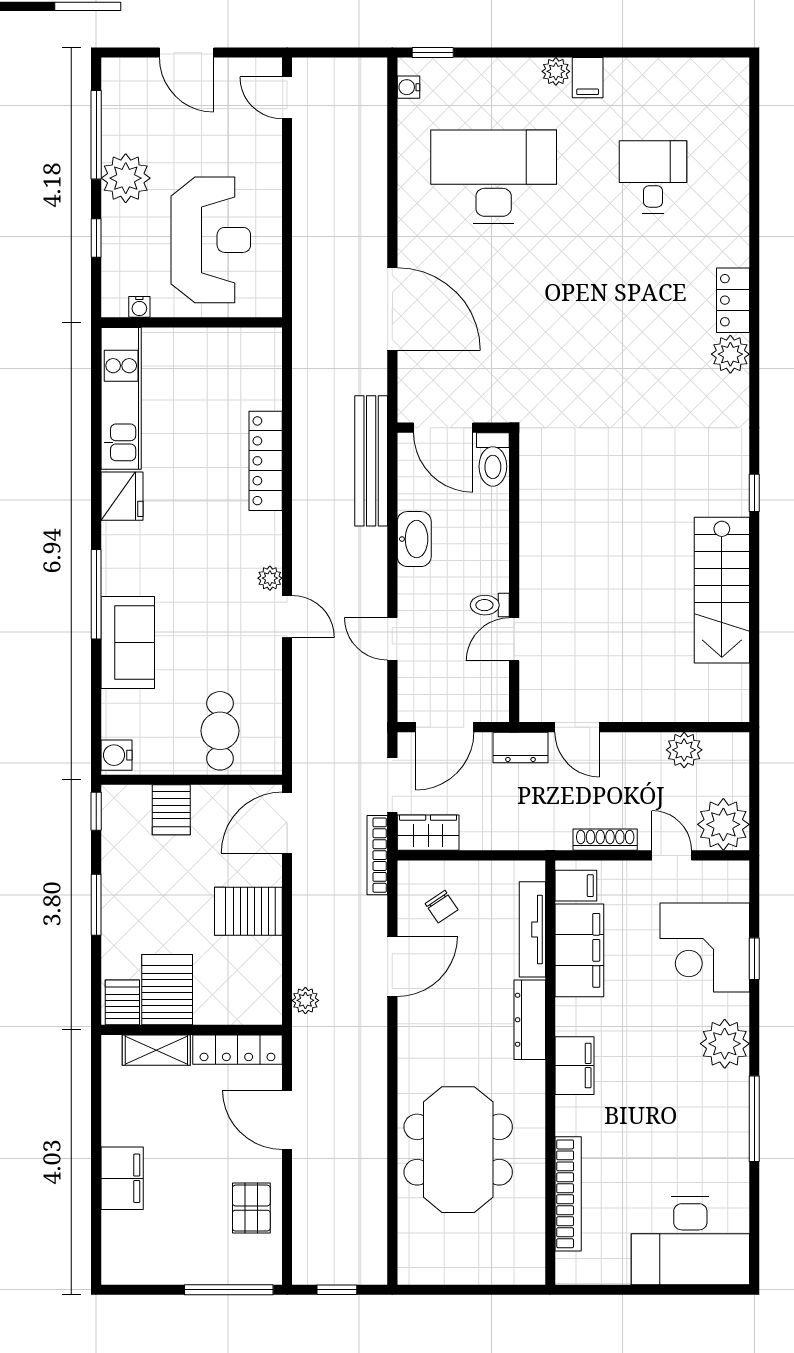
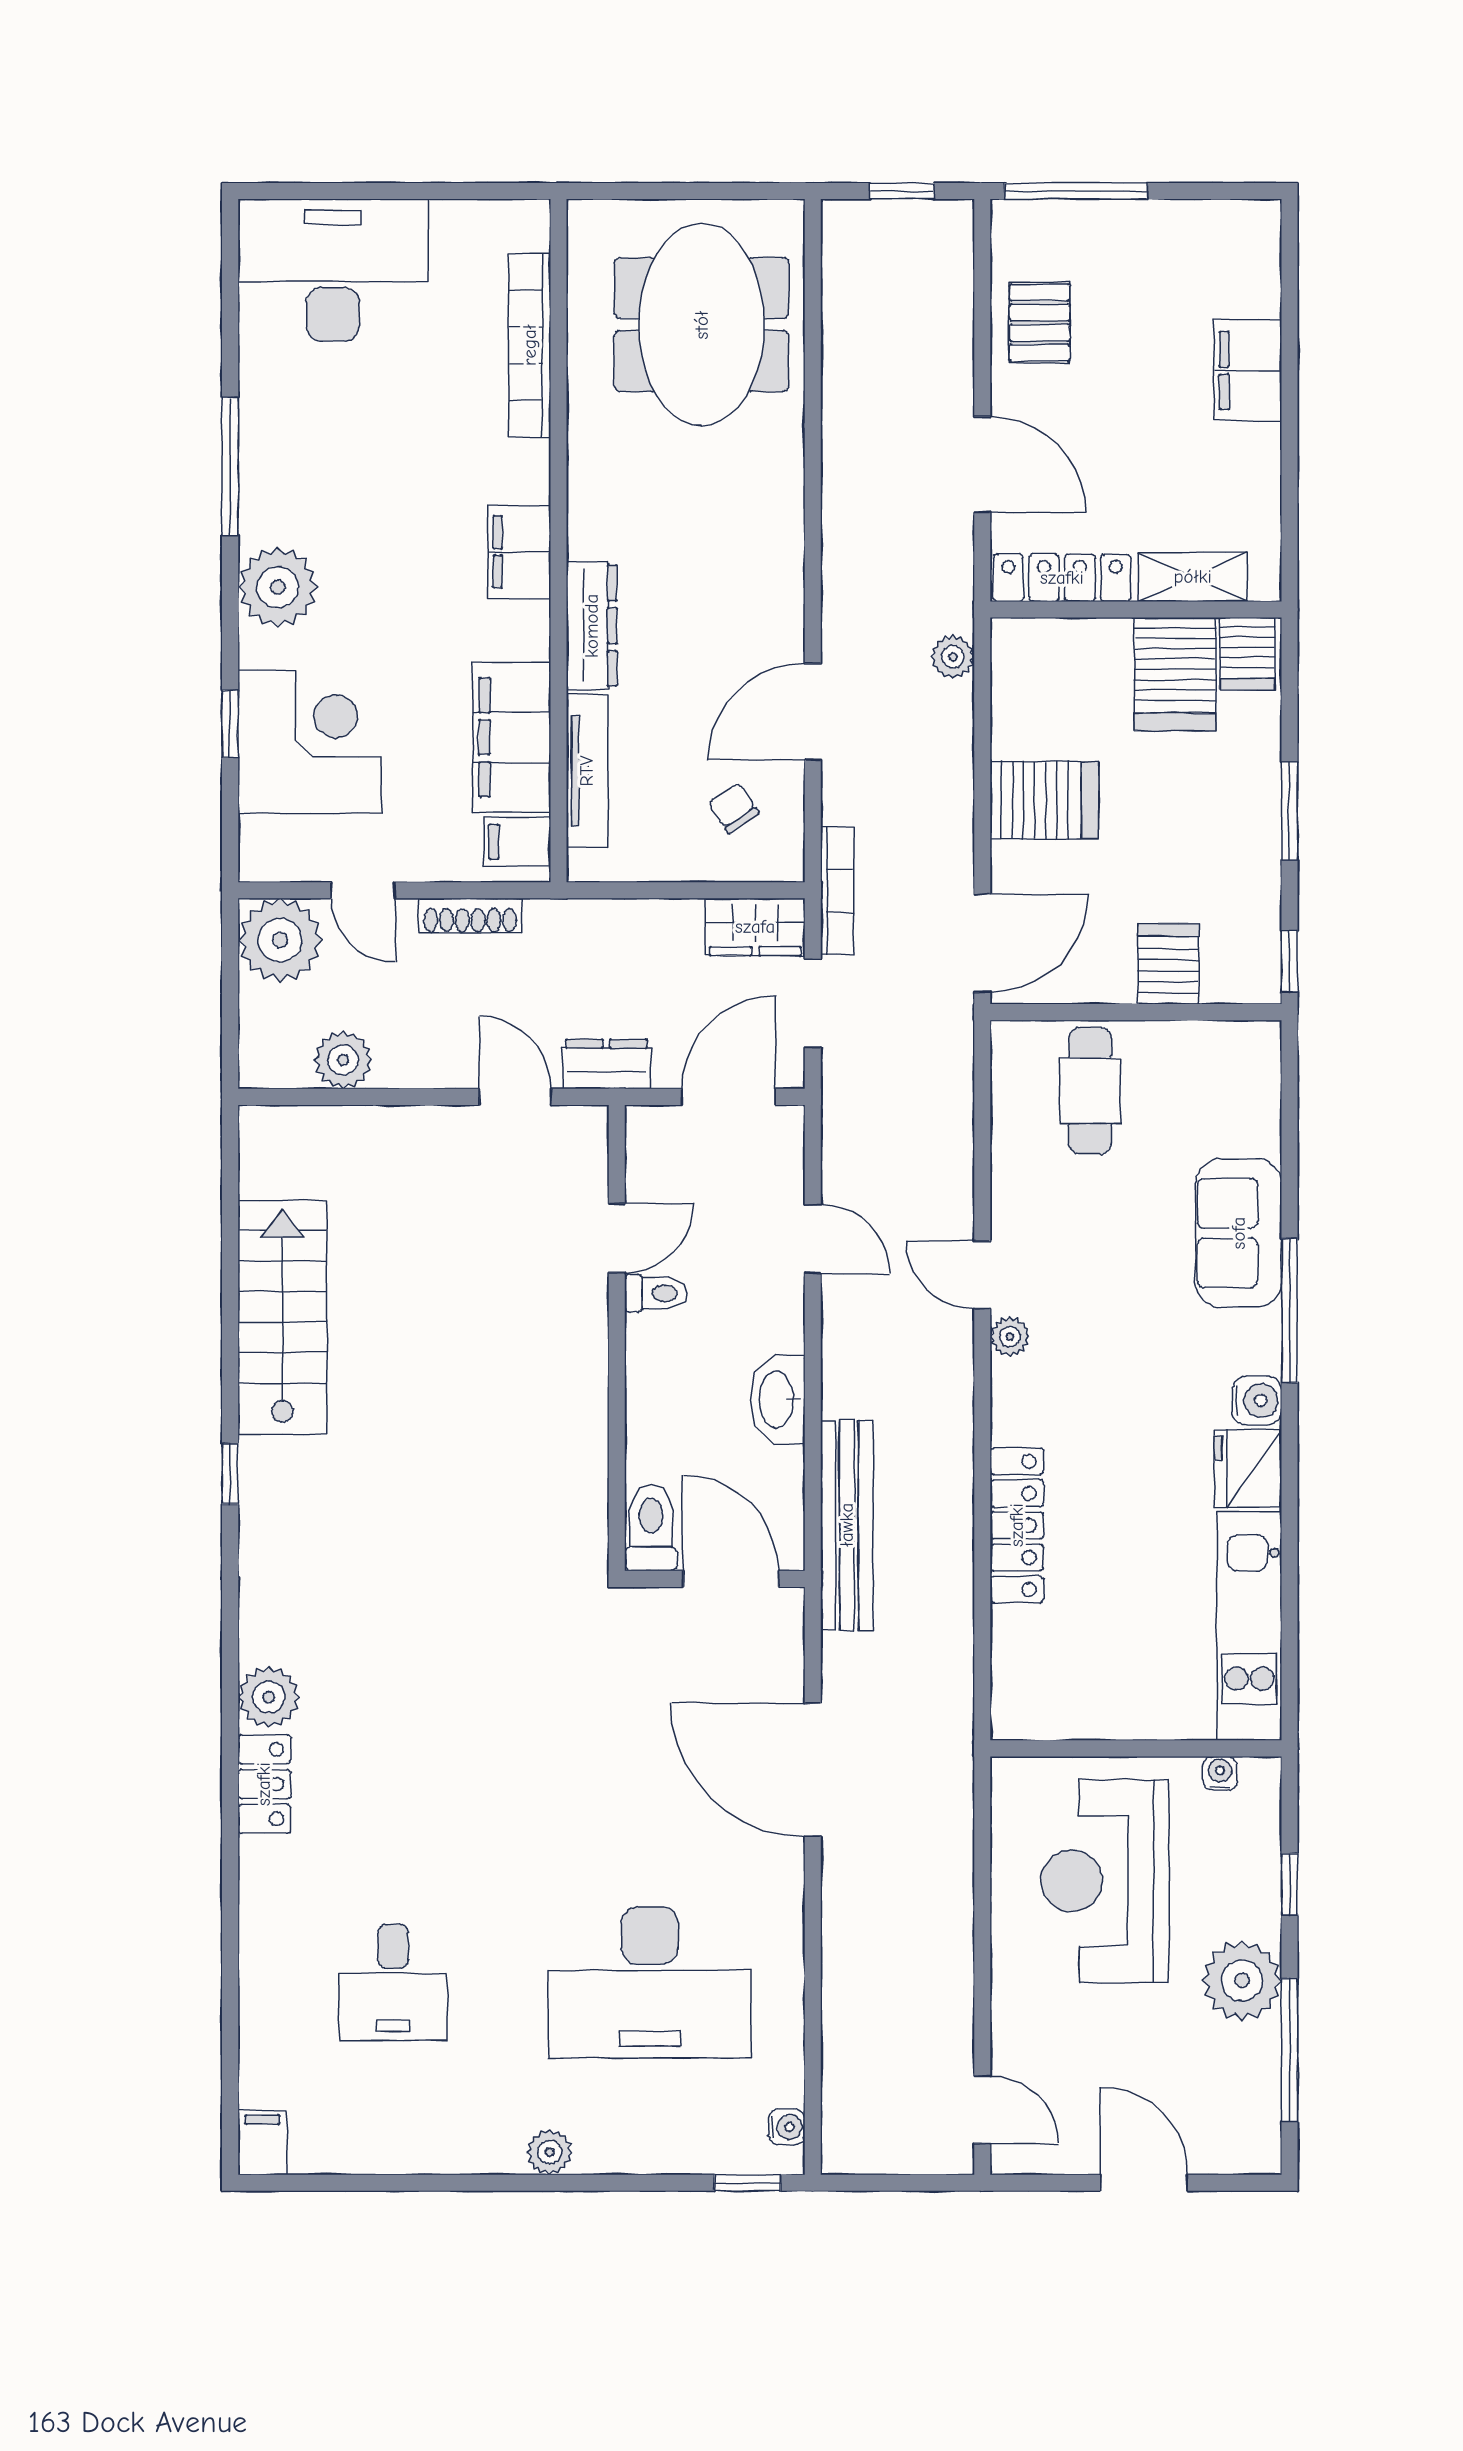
filing cabinet: (588, 78) -> (262, 2142), moved
water cooler: (116, 755) -> (1257, 1400), moved
meeting table: (458, 1150) -> (702, 325), moved

